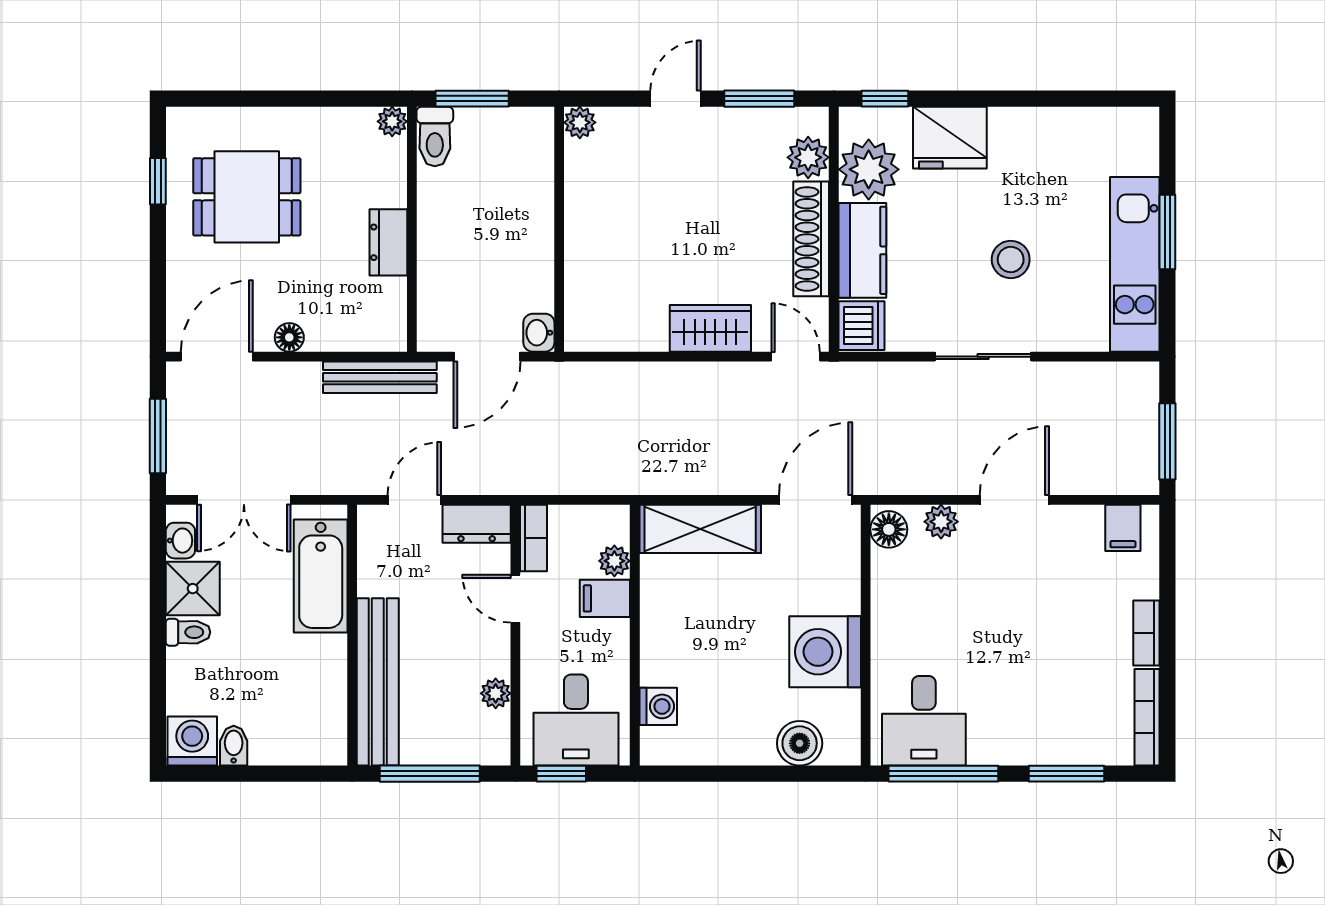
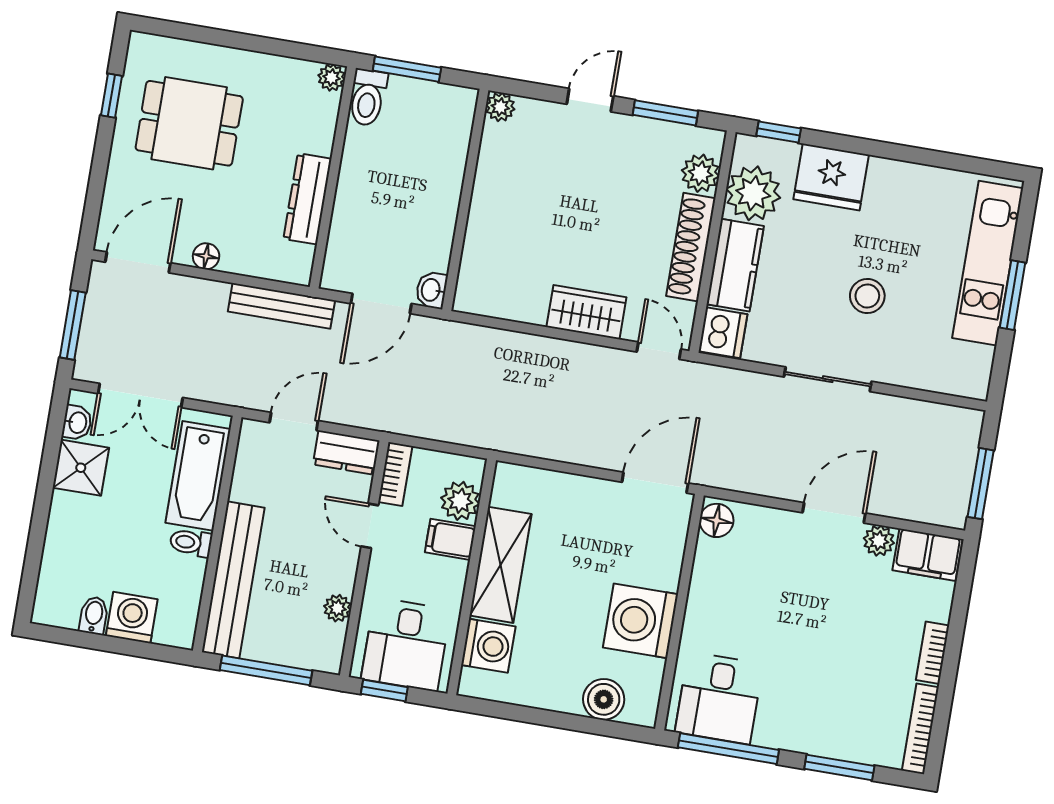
dresser: (388, 242) -> (307, 199), width x1.44
kitchen unit: (1135, 264) -> (988, 263), moved
plant: (941, 522) -> (879, 541), moved
filing cabinet: (1123, 528) -> (928, 555), width x2.00
shelving: (700, 529) -> (501, 565), moved, turned 90
plant: (614, 561) -> (460, 501), width x1.38, depth x1.38
toilet: (188, 632) -> (191, 543), moved, turned 180
washing machine: (658, 706) -> (488, 646), width x1.38, depth x1.38
washing machine: (192, 741) -> (132, 618), moved

